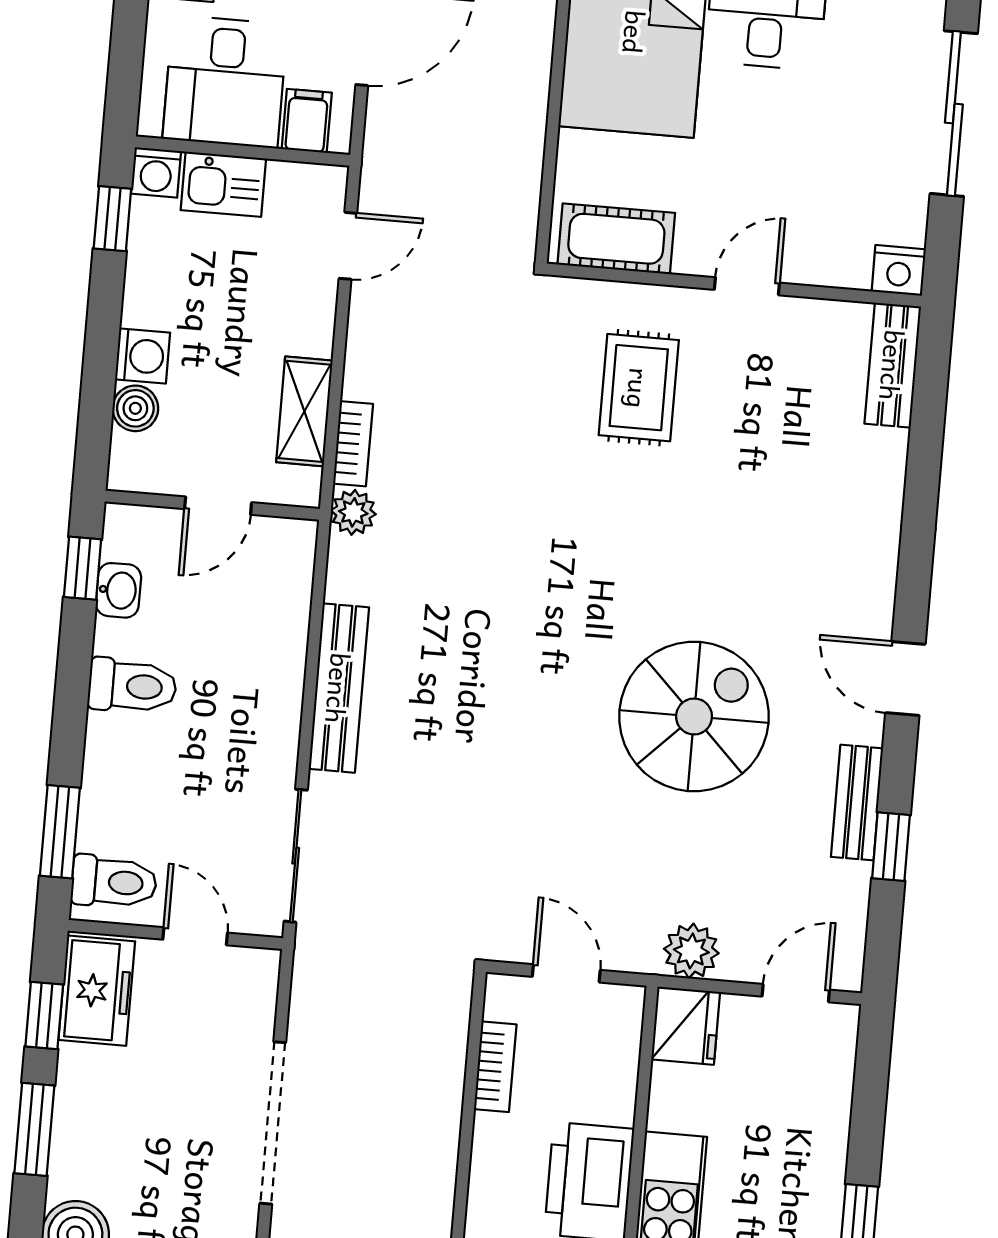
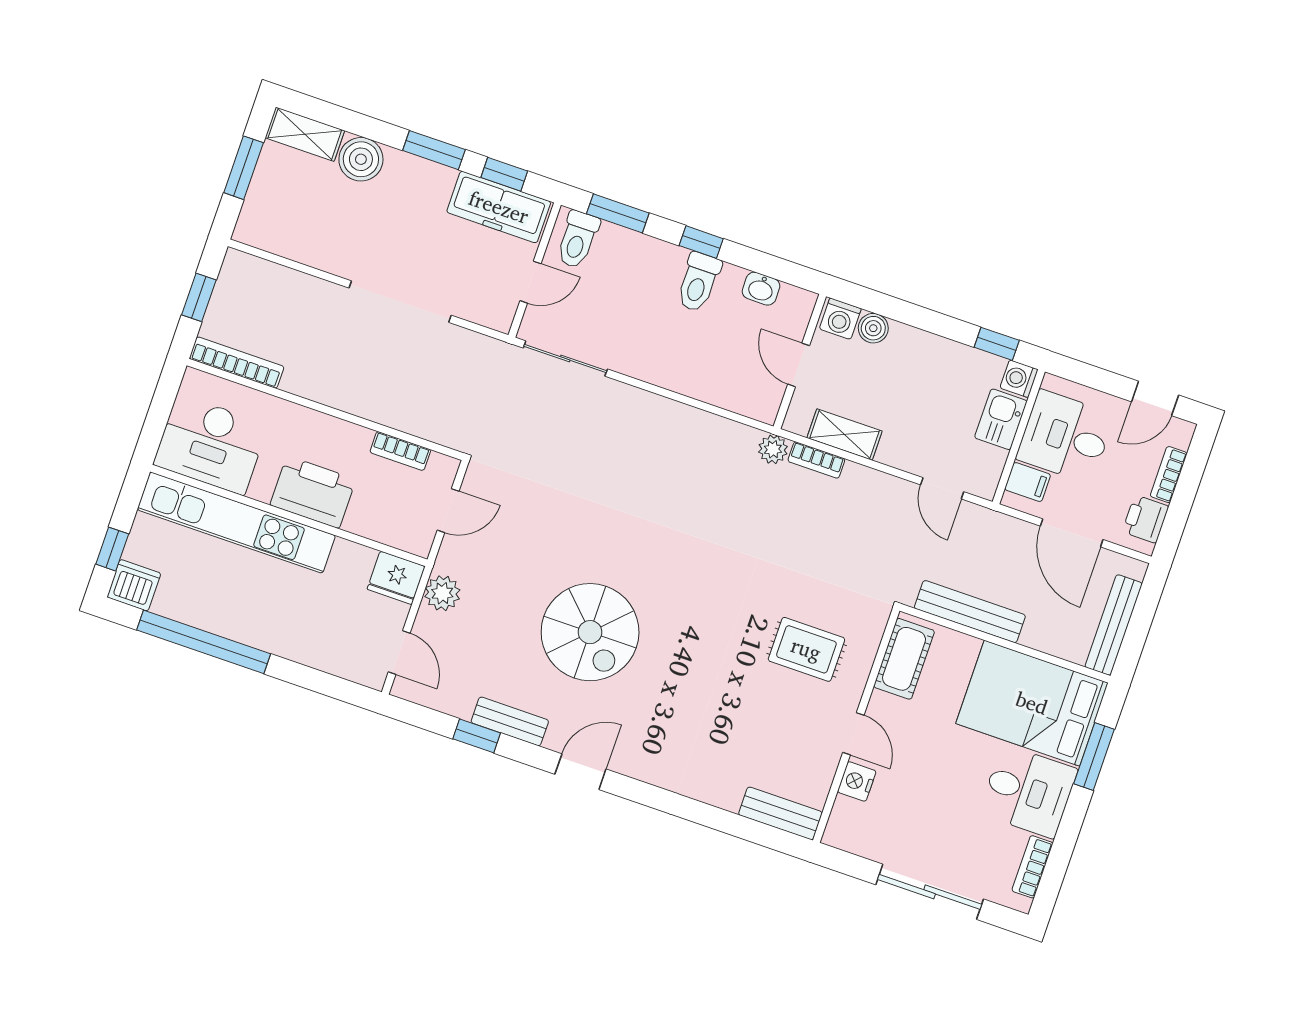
nightstand: (899, 270) -> (857, 781), moved
washing machine: (143, 356) -> (840, 319), moved
window: (83, 568) -> (701, 242), moved
bench: (339, 688) -> (970, 612), moved
freezer: (97, 991) -> (499, 207), width x1.40

